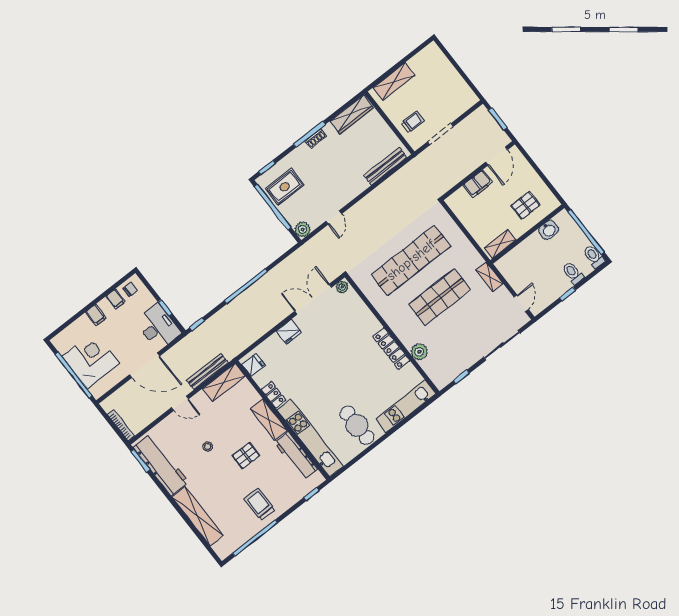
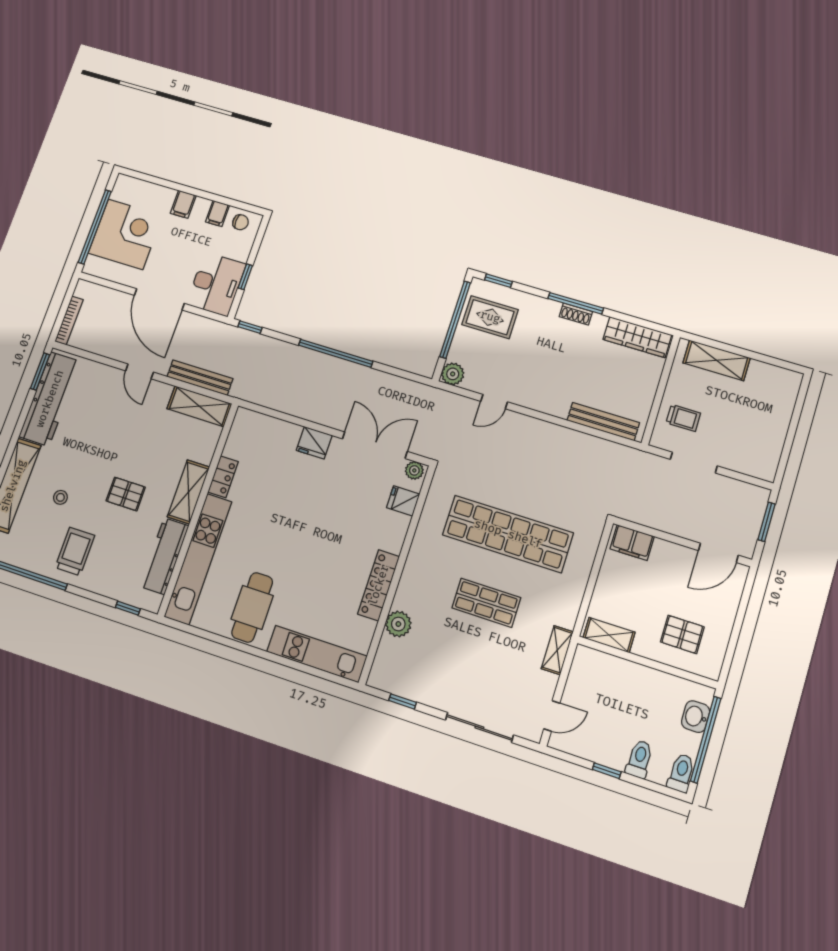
filing cabinet: (478, 184) -> (632, 543), moved
washbasin: (549, 230) -> (696, 717), moved, turned 90
shop shelf: (440, 297) -> (486, 603), width x0.70, depth x0.74
fridge: (253, 365) -> (403, 501), moved, turned 180
stool: (208, 446) -> (60, 497), moved

